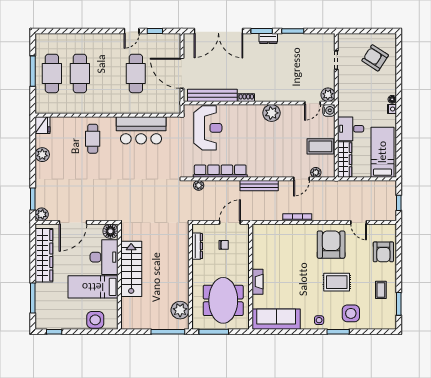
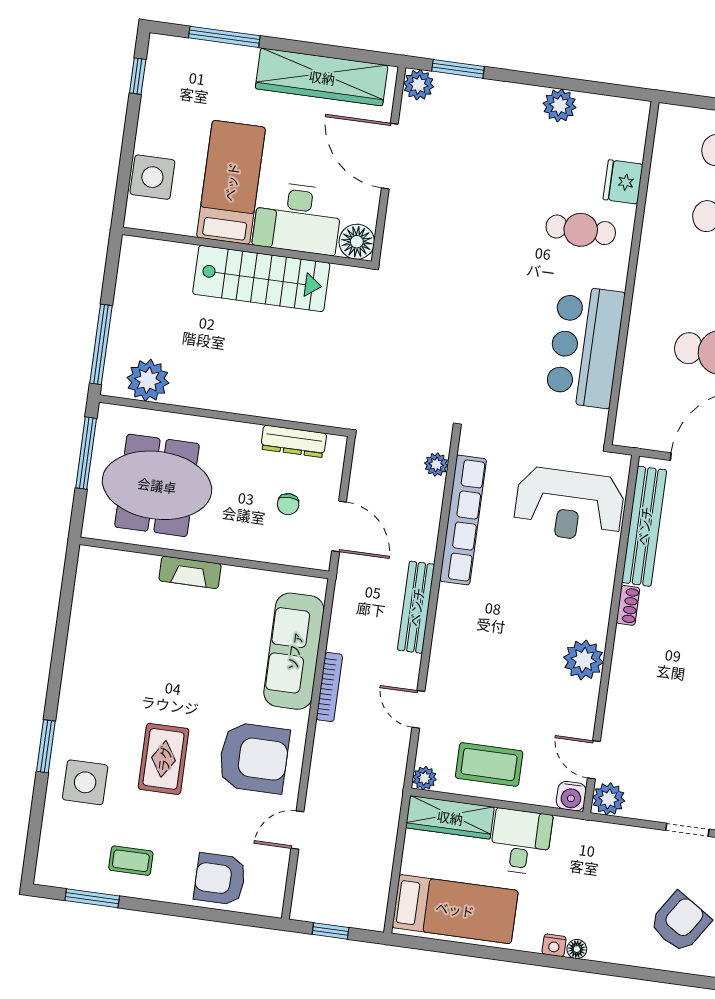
fridge: (43, 125) -> (623, 182), moved, turned 90
coffee table: (320, 146) -> (489, 764), turned 90
plant: (316, 172) -> (424, 778), moved
sofa: (276, 319) -> (294, 651), moved, turned 180
side table: (319, 320) -> (79, 705), removed

